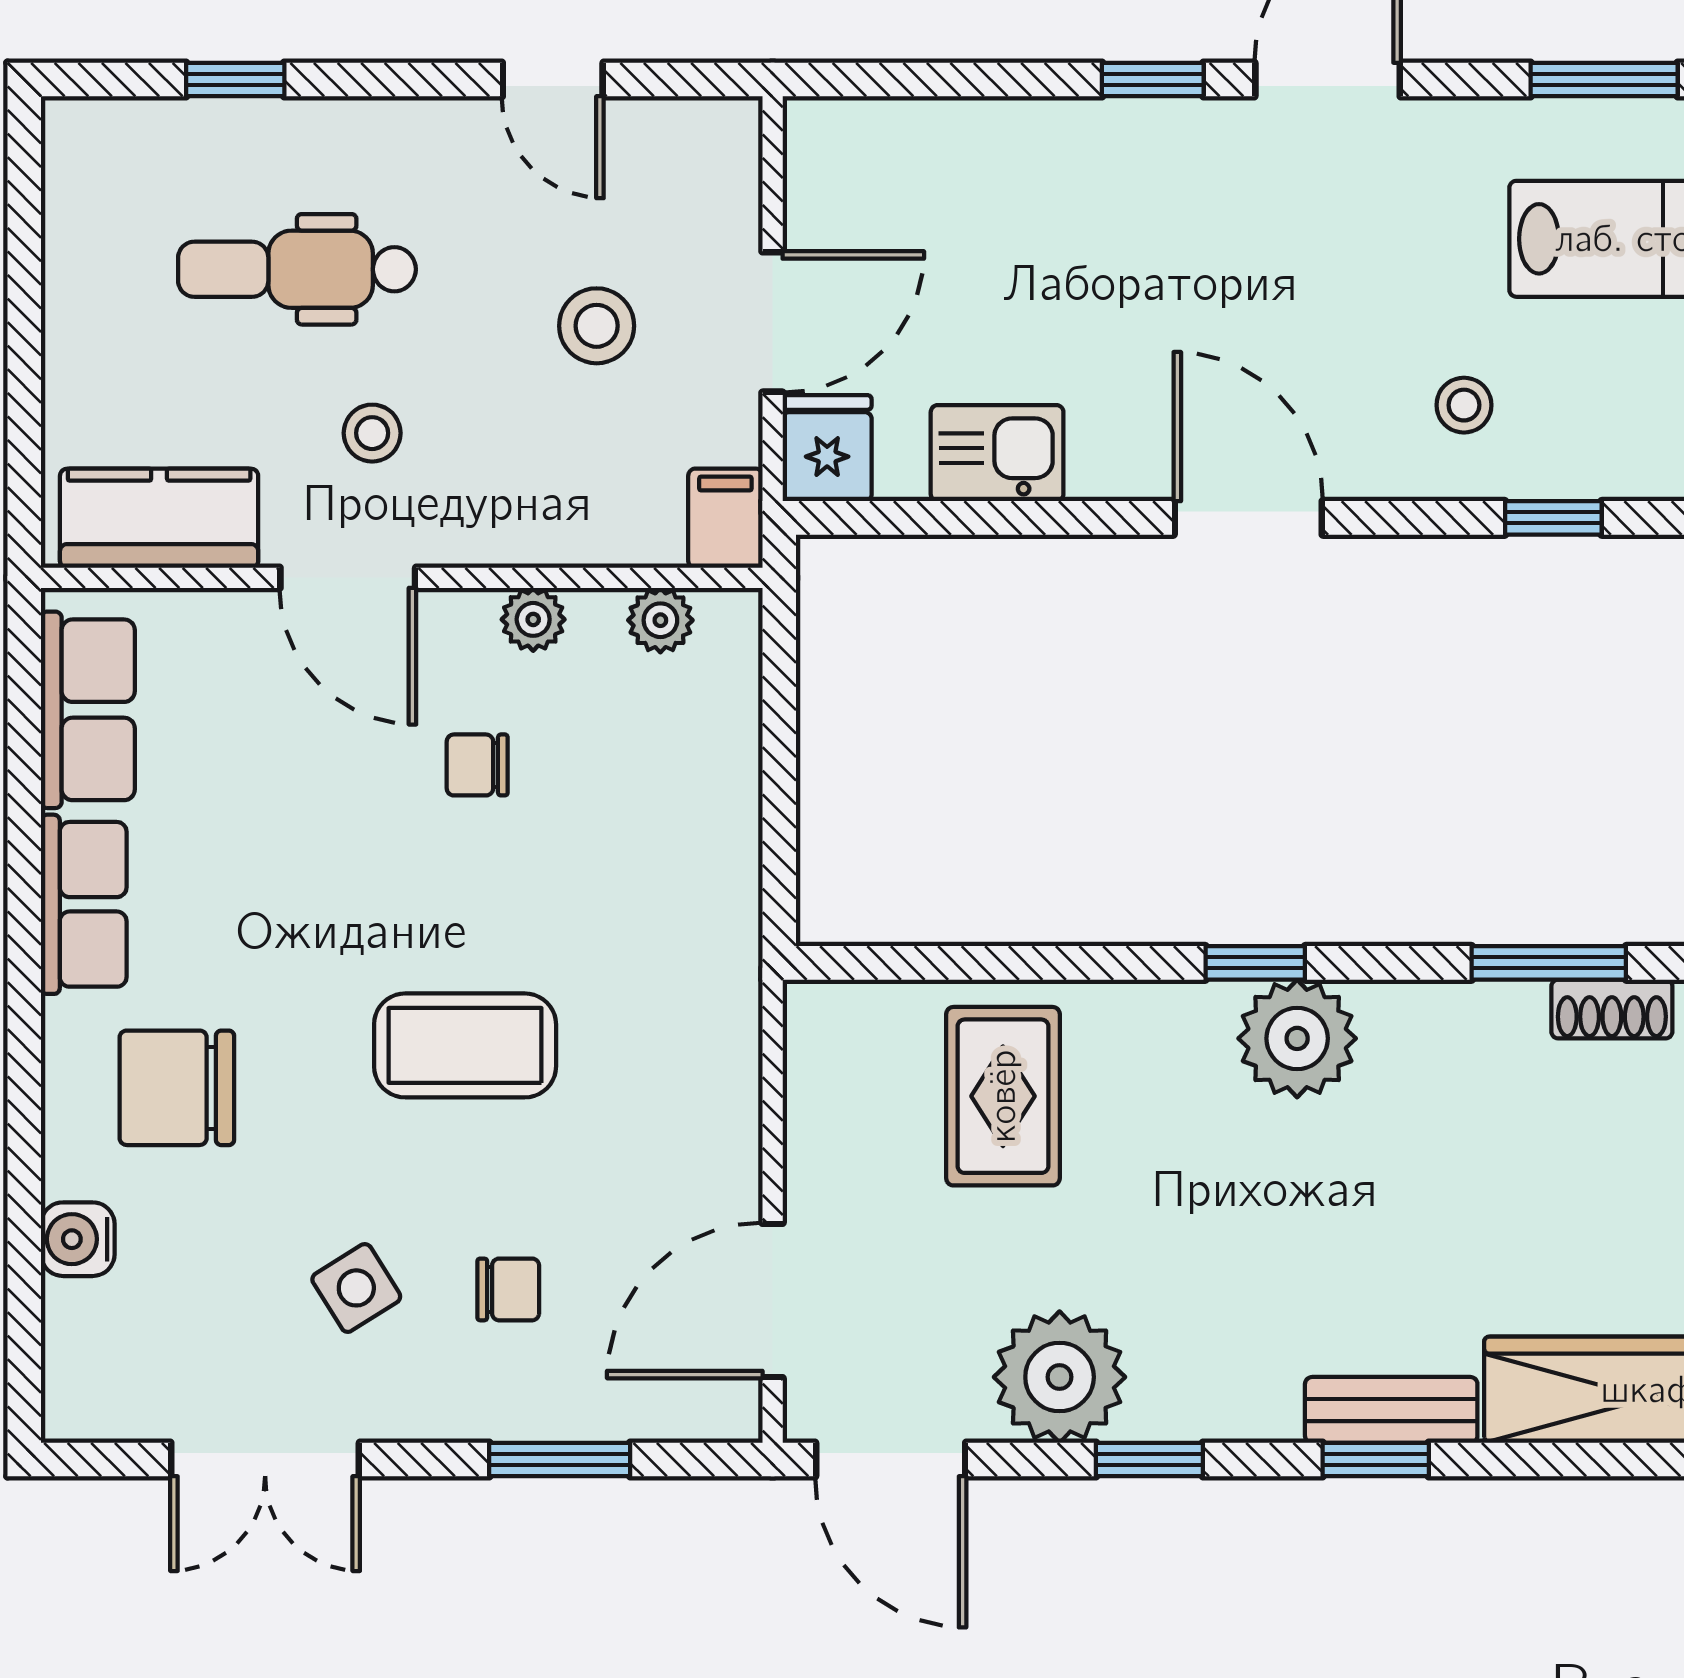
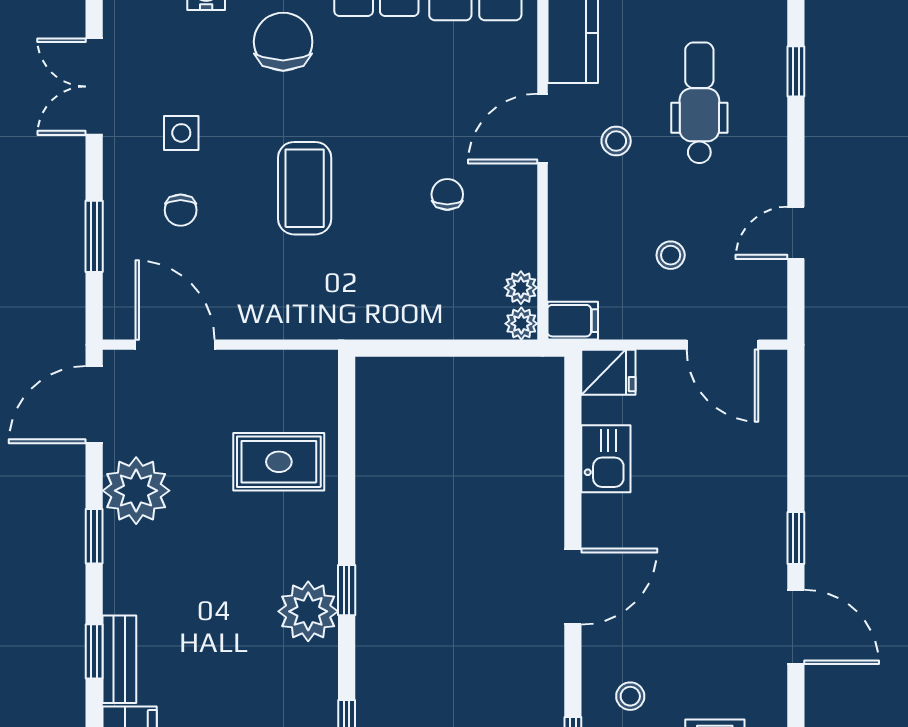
door: (773, 322) -> (723, 345), moved
stool: (597, 326) -> (671, 255), width x0.73, depth x0.73
plant: (533, 619) -> (521, 324), moved
side table: (356, 1288) -> (181, 133), turned 32

